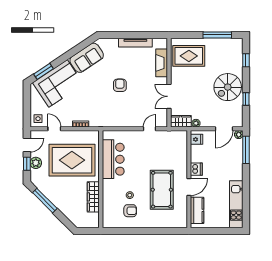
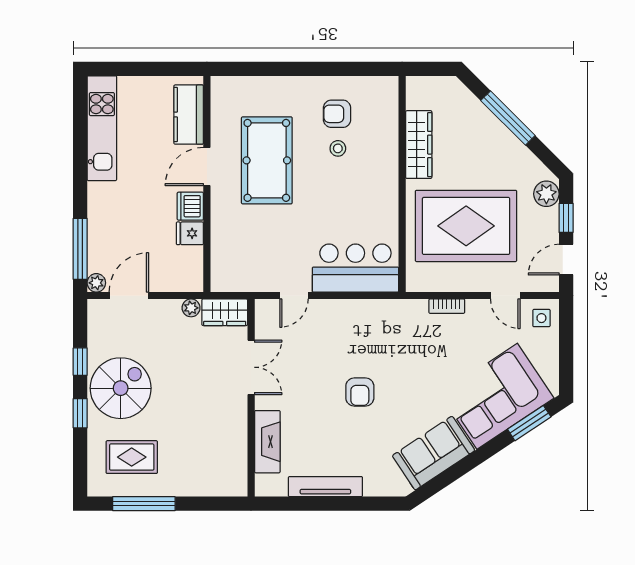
rug: (189, 56) -> (132, 457), moved, width x0.73, depth x0.70
window: (246, 60) -> (80, 413), moved
fridge: (197, 139) -> (190, 233), moved
bar counter: (113, 159) -> (355, 268), moved, turned 90
plant: (36, 163) -> (546, 194), moved
window: (45, 201) -> (508, 118), moved

